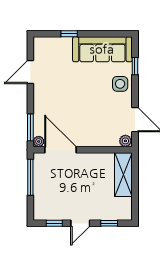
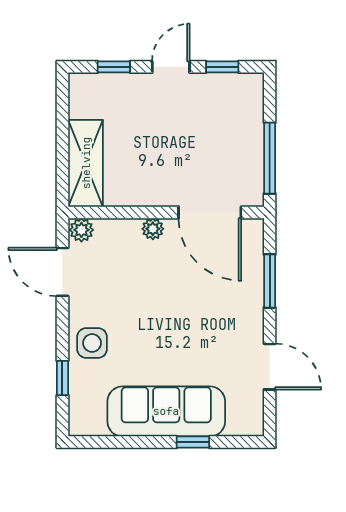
sofa: (102, 49) -> (166, 411), moved
door: (30, 72) -> (270, 367), hinge flipped
window: (30, 127) -> (270, 281), moved
plant: (39, 141) -> (153, 229), moved

